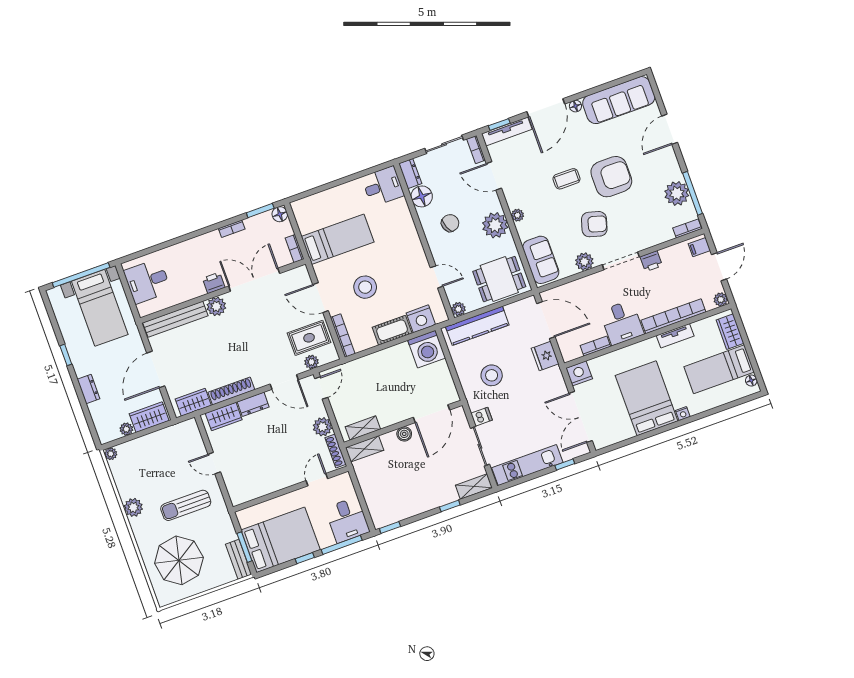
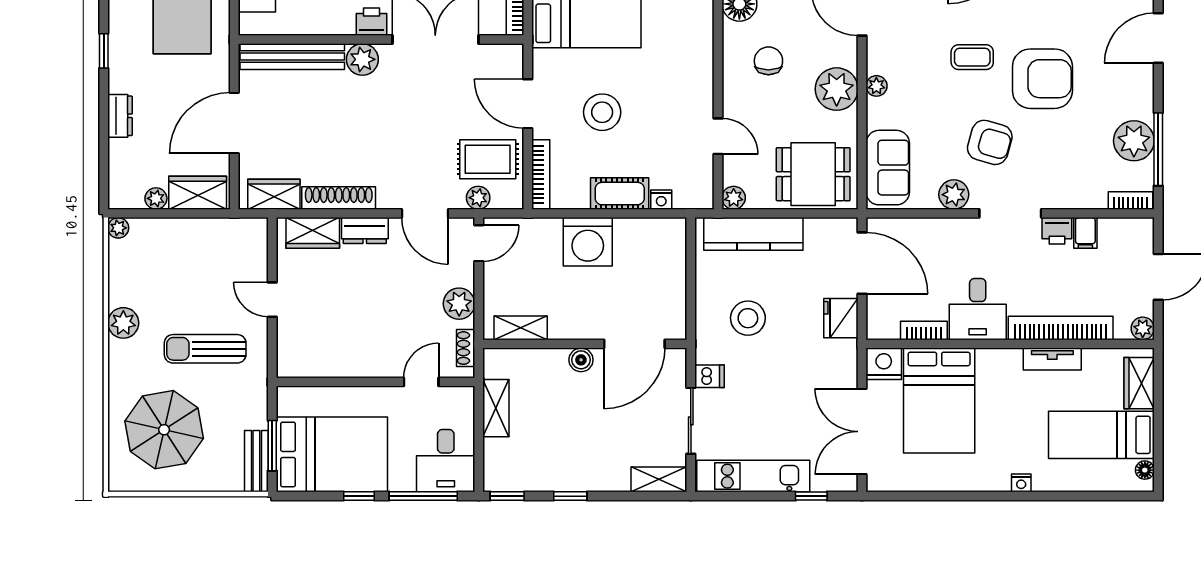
chair: (450, 223) -> (768, 61), turned -67
filing cabinet: (699, 247) -> (1085, 233), moved, turned -90
nightstand: (421, 319) -> (661, 200), width x0.53, depth x0.56
washing machine: (427, 349) -> (588, 242), moved
bed: (647, 398) -> (939, 401), moved, turned 180
shelving: (365, 449) -> (496, 408), moved, turned 90
shoe rack: (335, 451) -> (466, 348), width x0.70
window: (450, 506) -> (570, 496), moved

